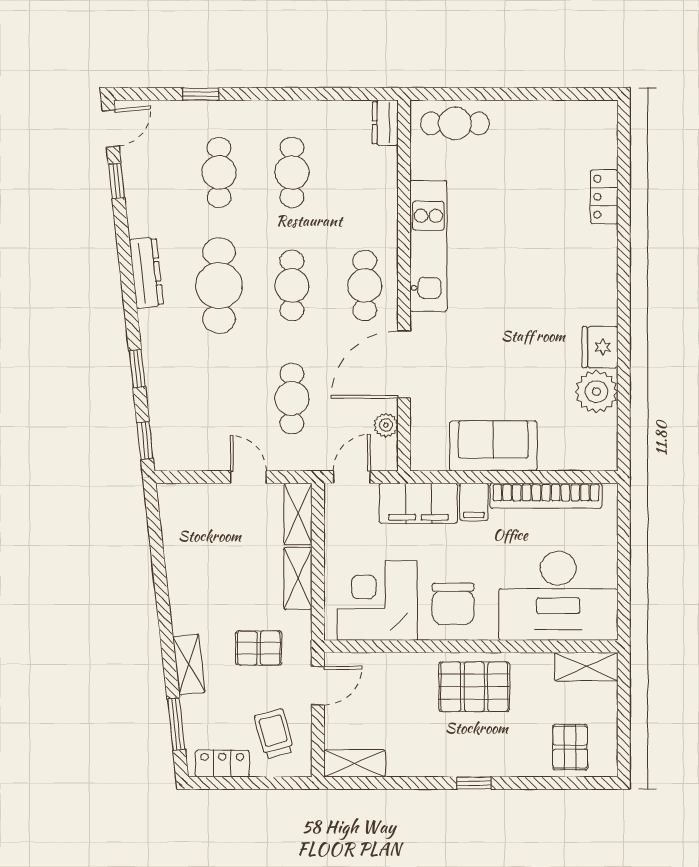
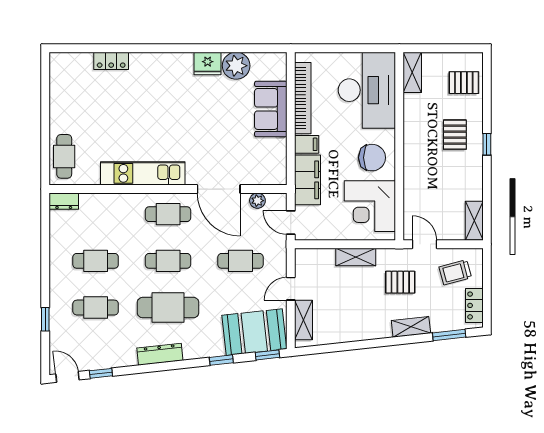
booth: (181, 420) -> (254, 332), added
sofa: (493, 446) -> (271, 109), moved
shelving: (298, 514) -> (304, 320), moved, turned 90
pallet: (259, 648) -> (400, 282), turned 90
pallet: (474, 687) -> (455, 135), moved, width x0.67, depth x0.71

